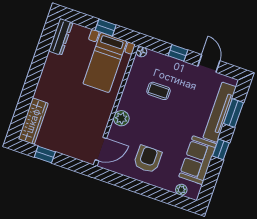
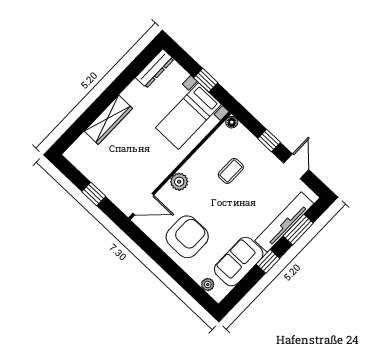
coffee table: (159, 91) -> (231, 171), turned 90
wardrobe: (33, 121) -> (108, 120), moved
window: (45, 155) -> (94, 194), moved
armchair: (148, 159) -> (187, 237), width x1.36, depth x1.36

